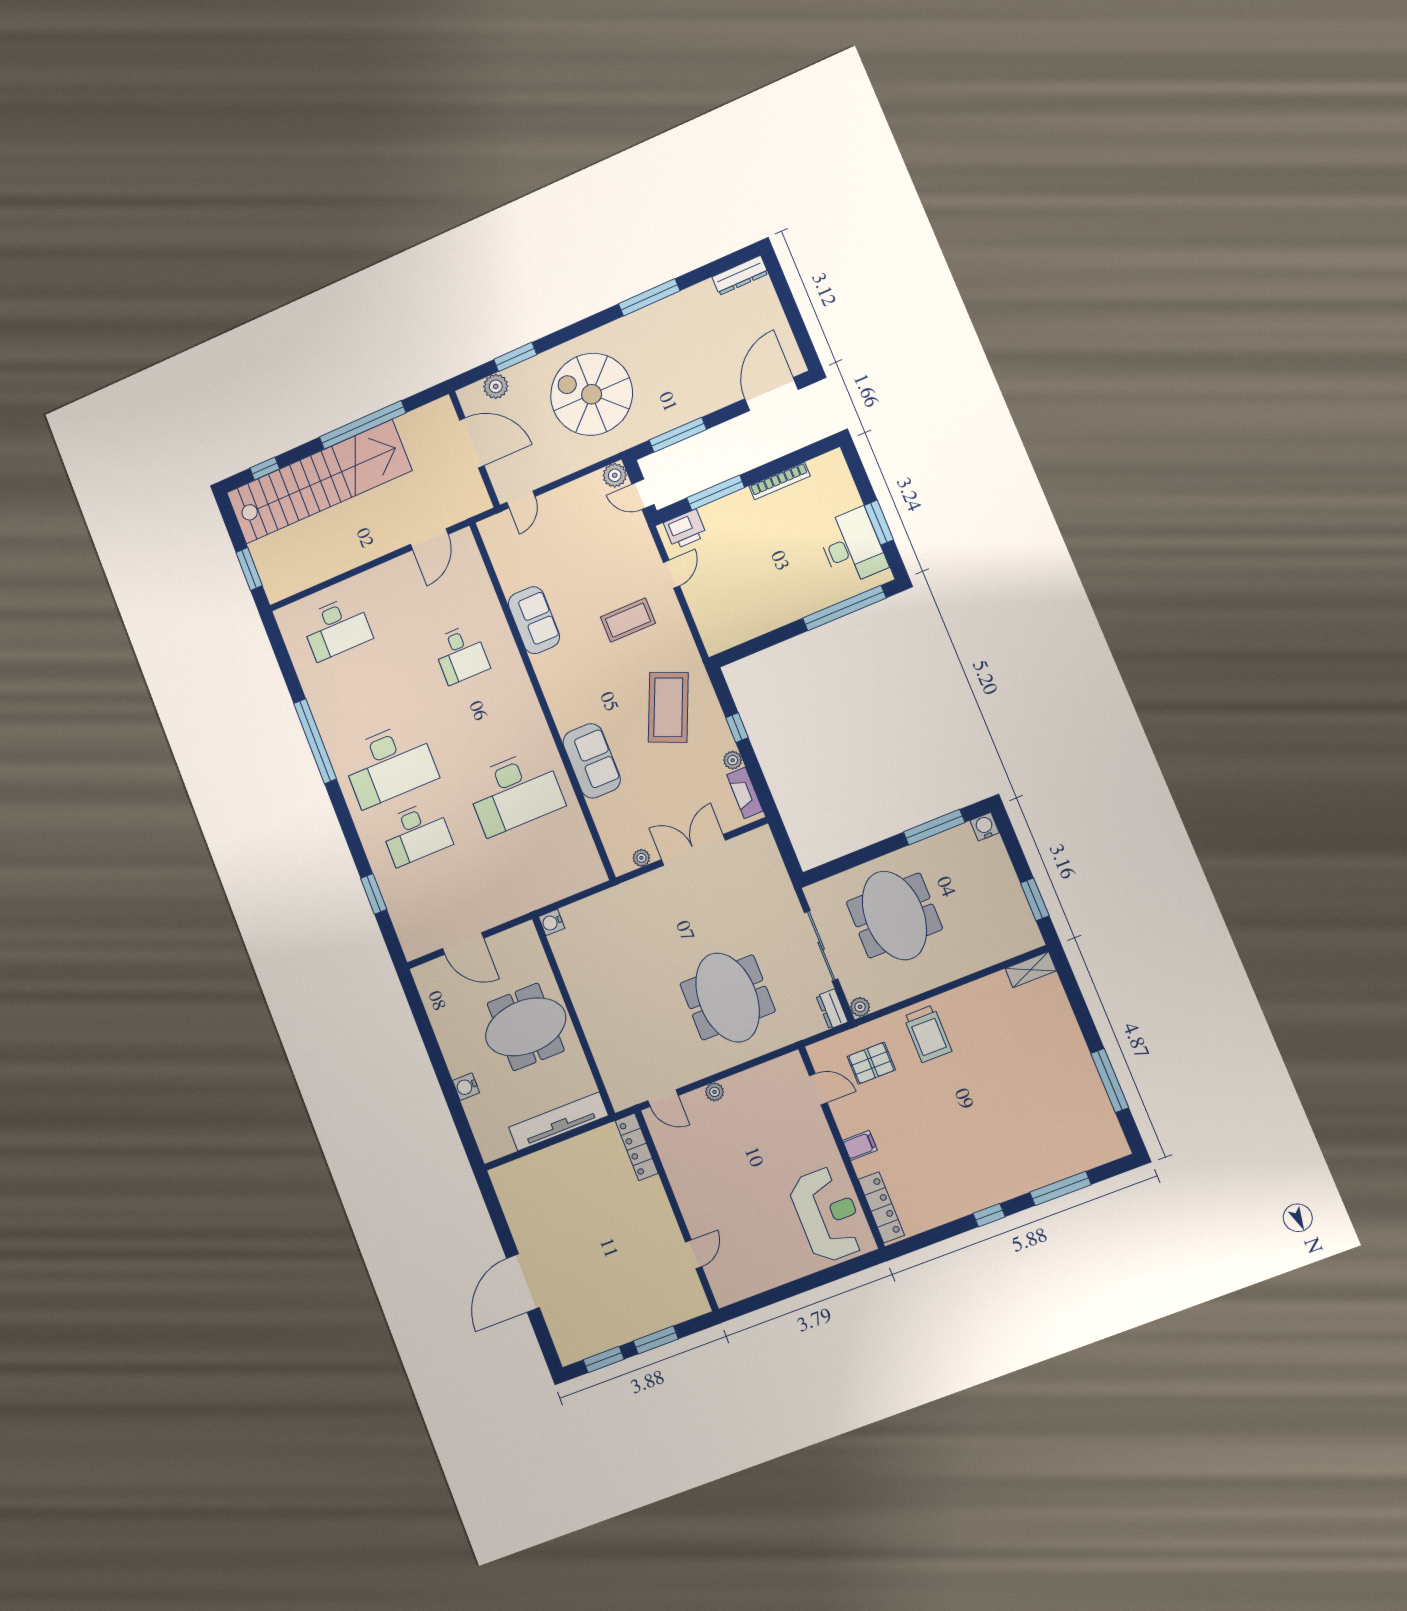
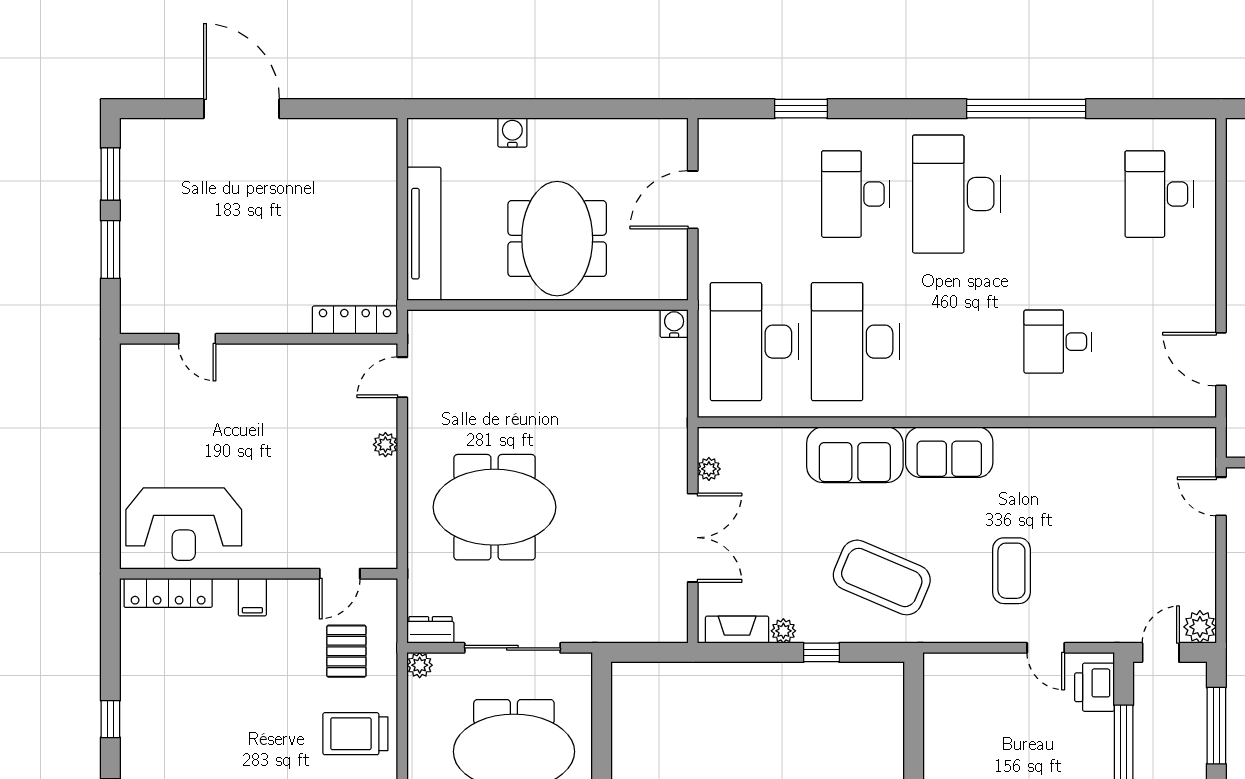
sofa: (534, 620) -> (949, 452), moved
desk: (542, 862) -> (755, 342), added

